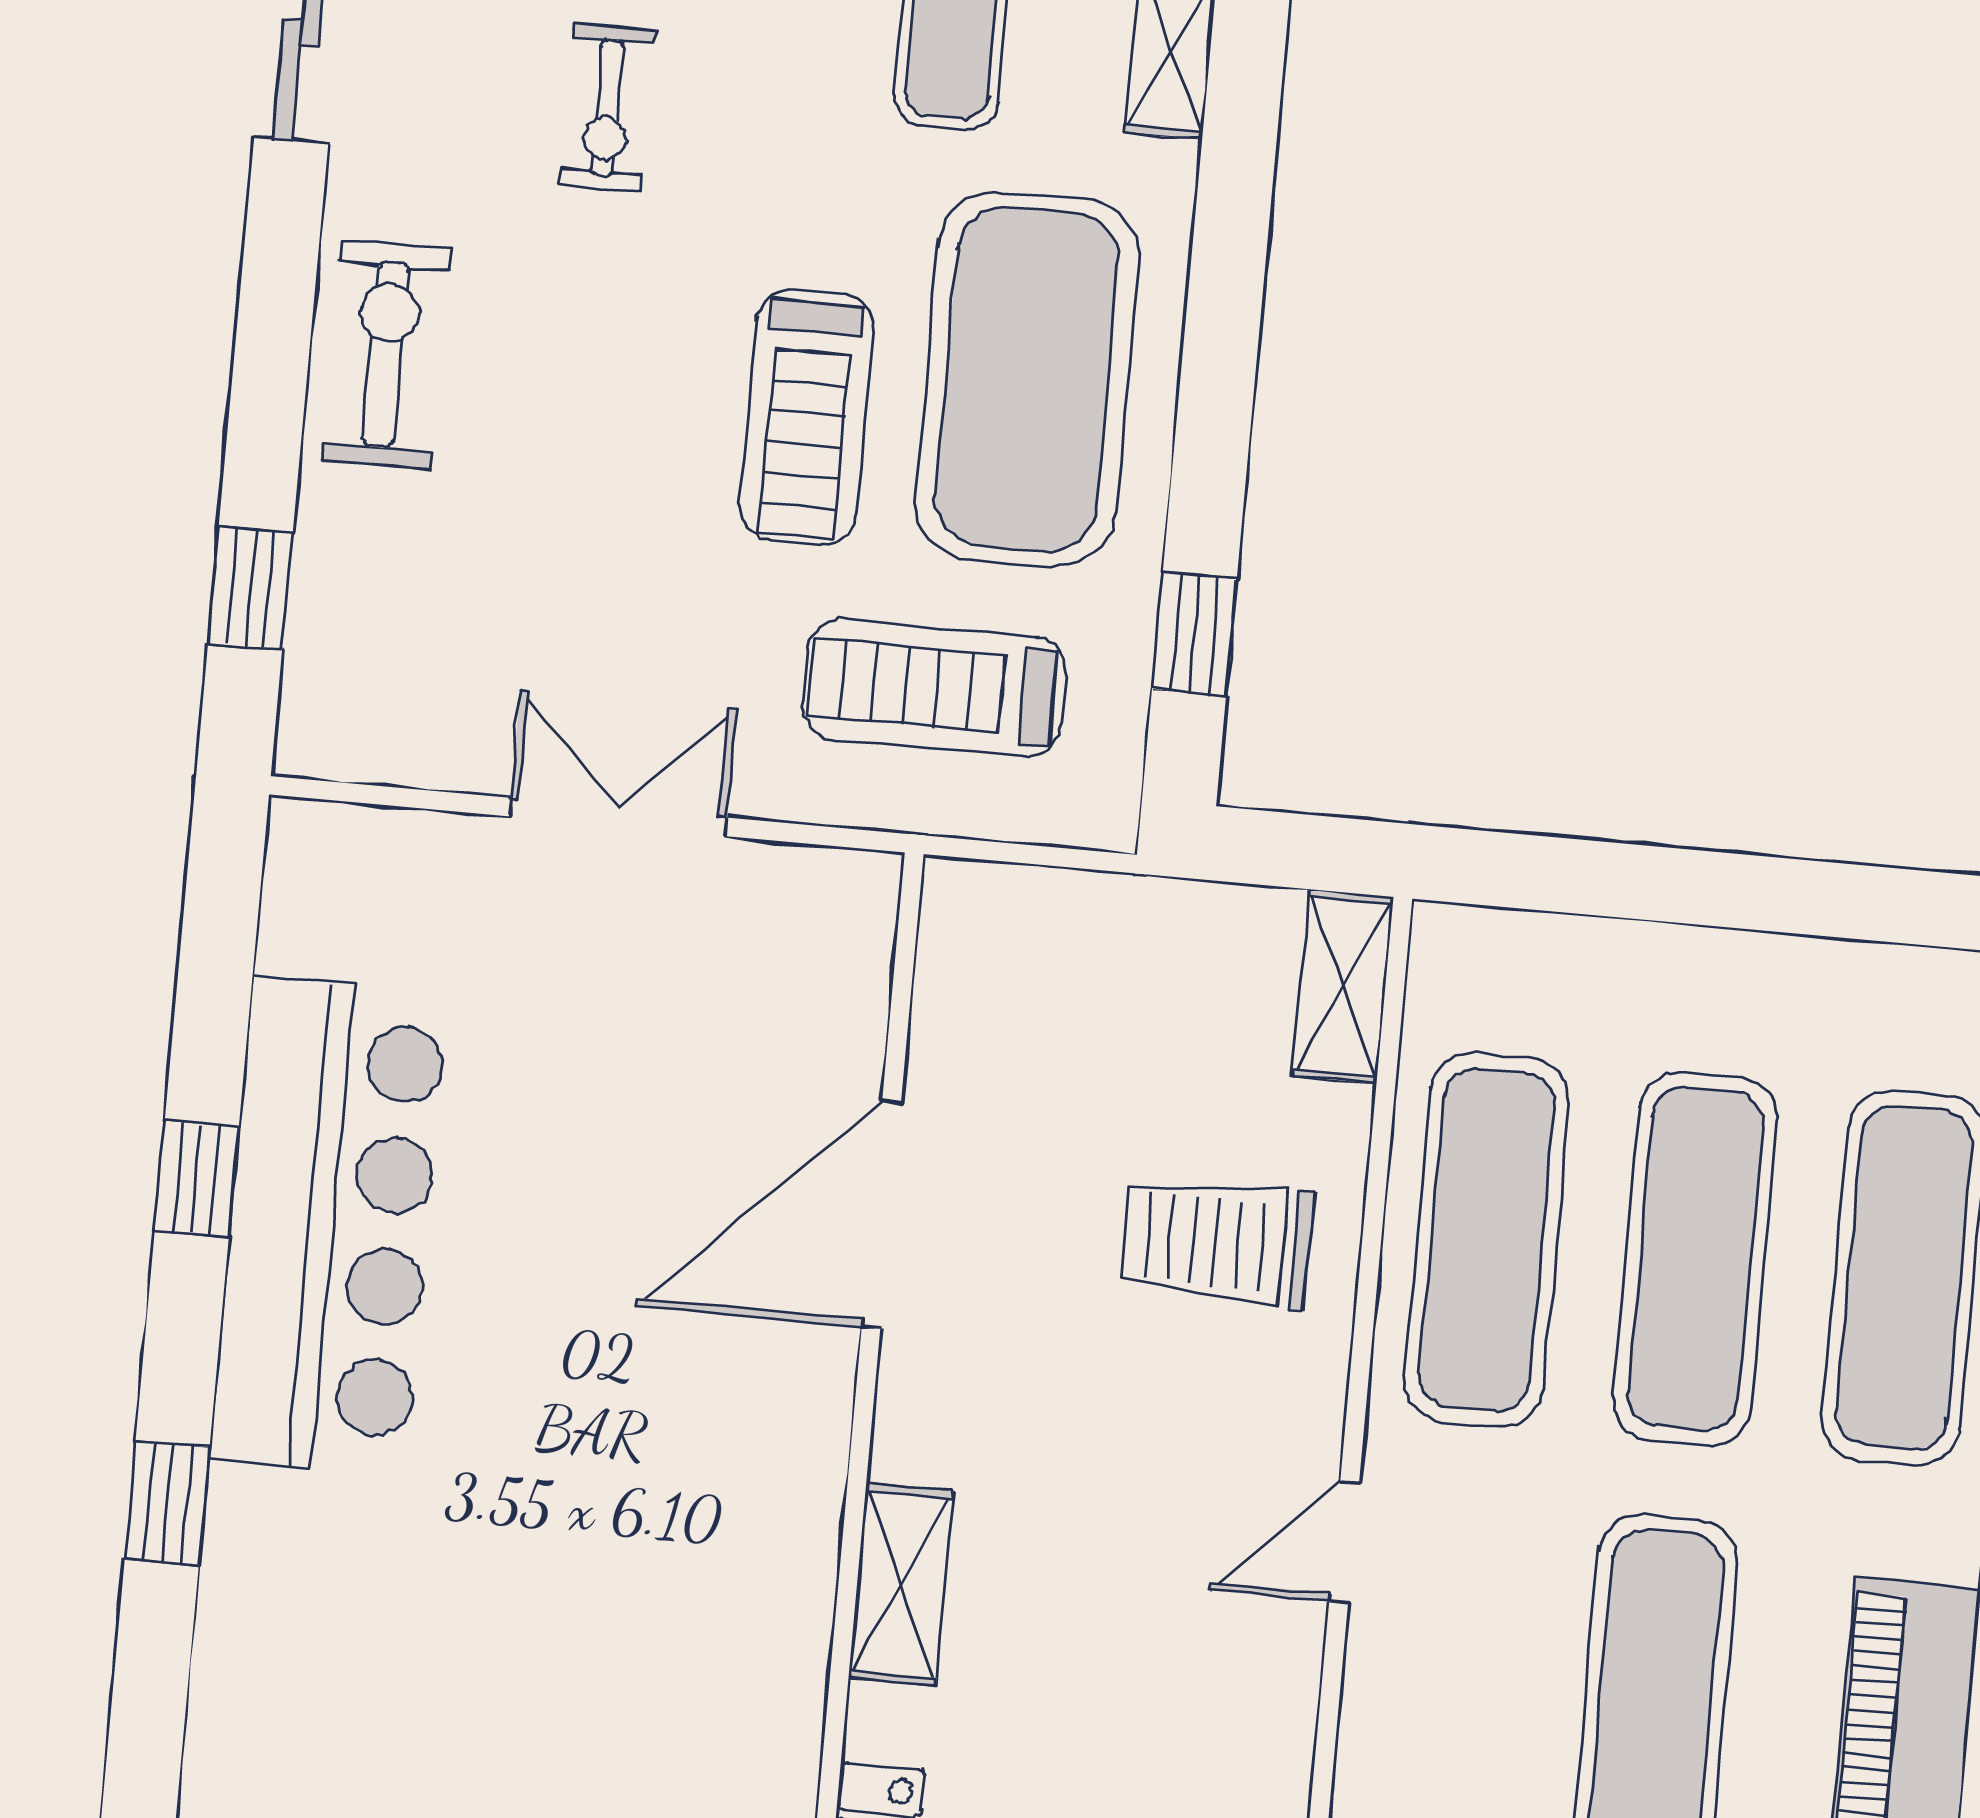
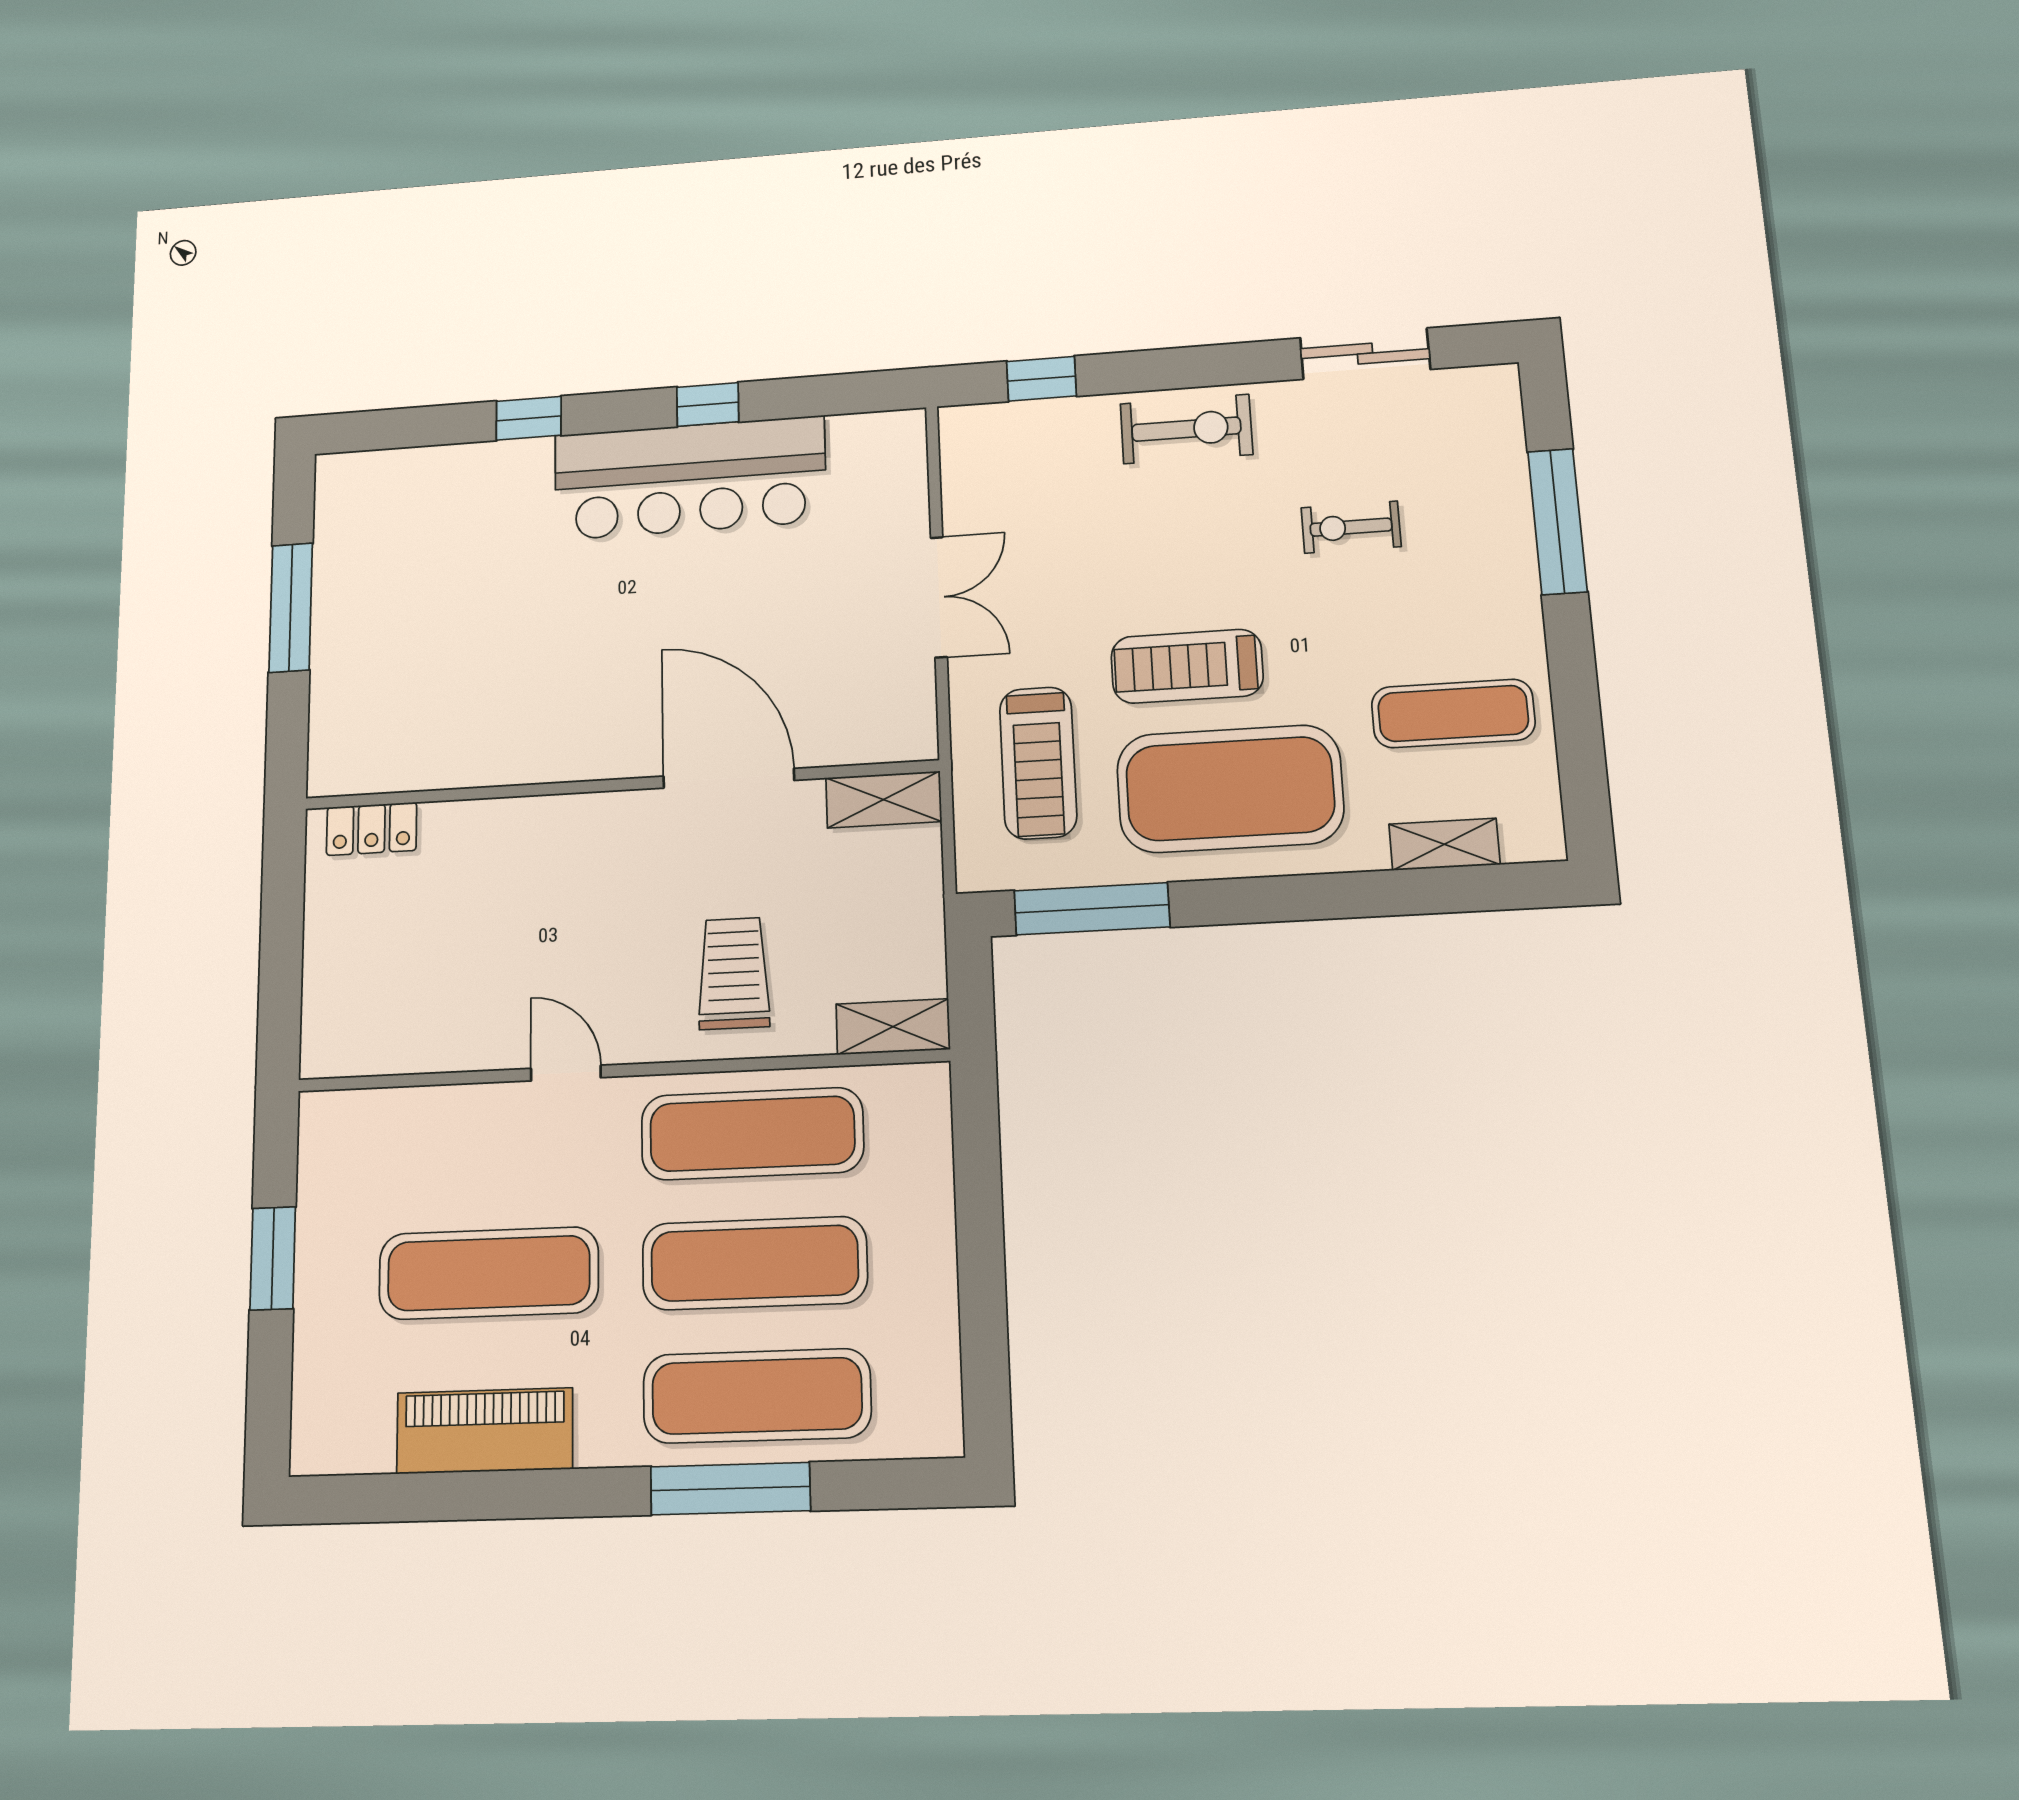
window: (1194, 634) -> (1092, 909), width x2.17
treadmill: (934, 688) -> (1038, 763), turned 180
shelving: (901, 1585) -> (884, 800), moved

